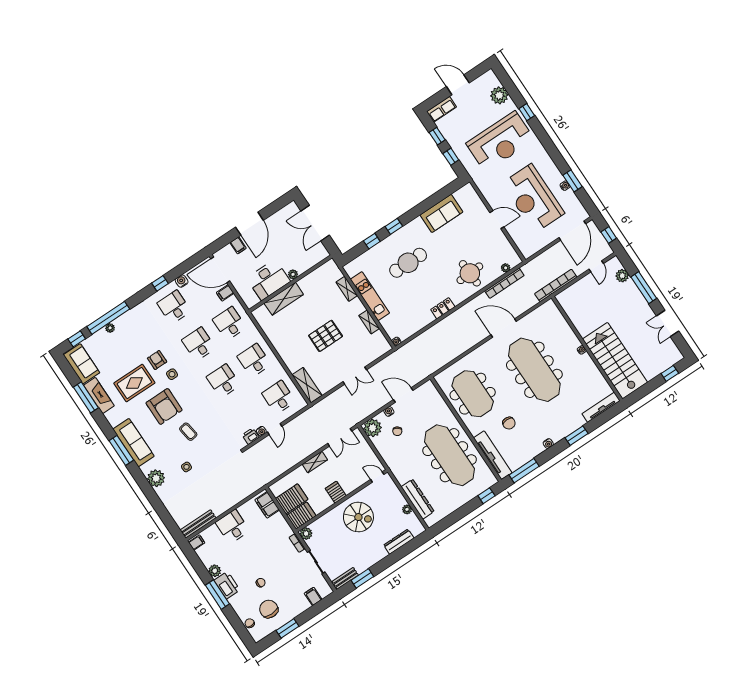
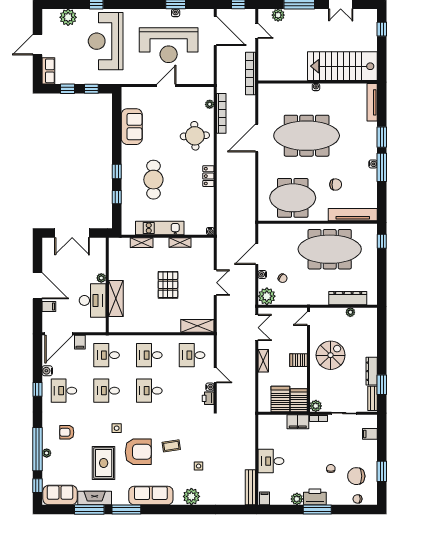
reception desk: (500, 142) -> (106, 41), turned 180
armchair: (157, 360) -> (67, 432), moved
window: (121, 450) -> (126, 509), moved
window: (524, 471) -> (382, 167), moved
filing cabinet: (267, 505) -> (298, 422), moved
dresser: (399, 542) -> (372, 371), moved

